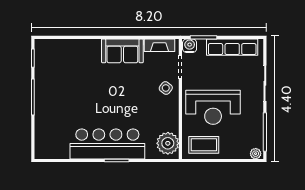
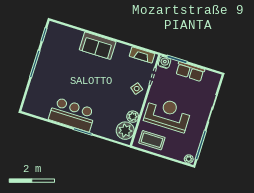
row of seats: (232, 47) -> (190, 72), width x0.68
sofa: (122, 51) -> (98, 46), moved
reception desk: (213, 107) -> (168, 114), turned 180
plant: (172, 124) -> (133, 117), added
bar counter: (107, 144) -> (72, 115), width x0.73

